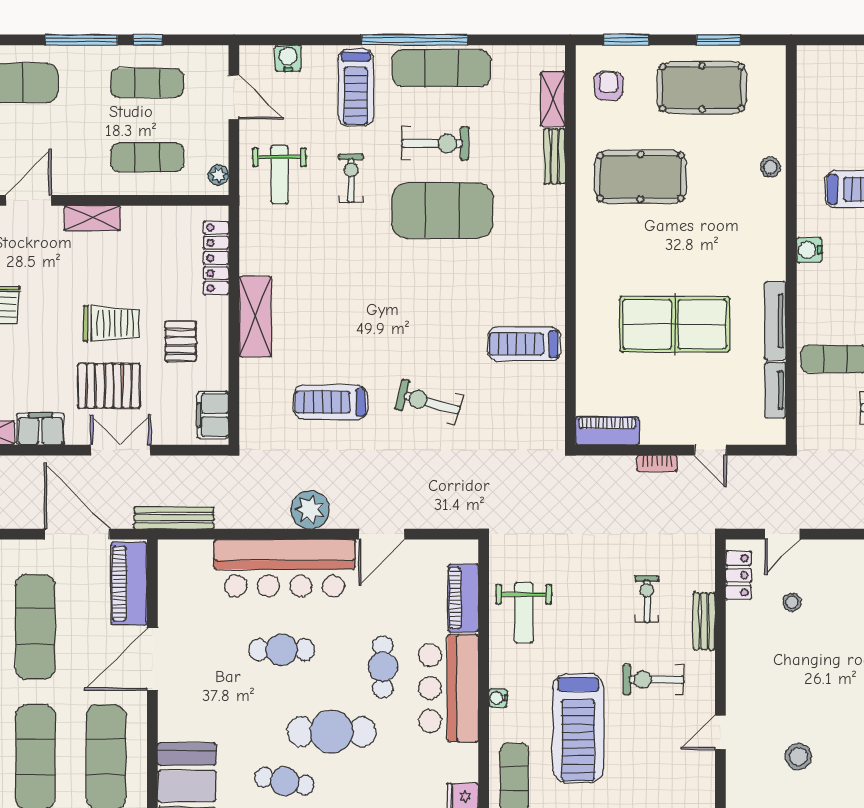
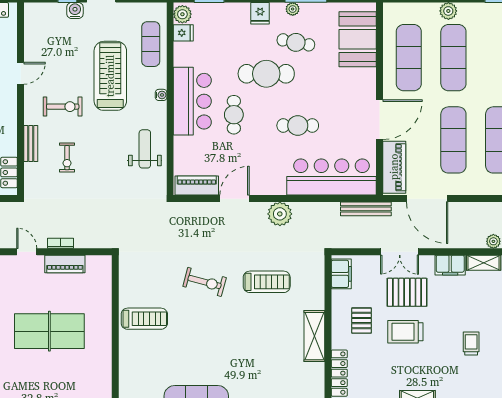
piano: (607, 431) -> (65, 264), moved
bar counter: (285, 568) -> (332, 177), moved
piano: (463, 598) -> (197, 186), moved, turned -90

